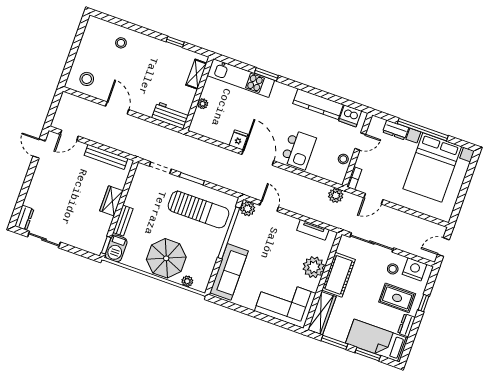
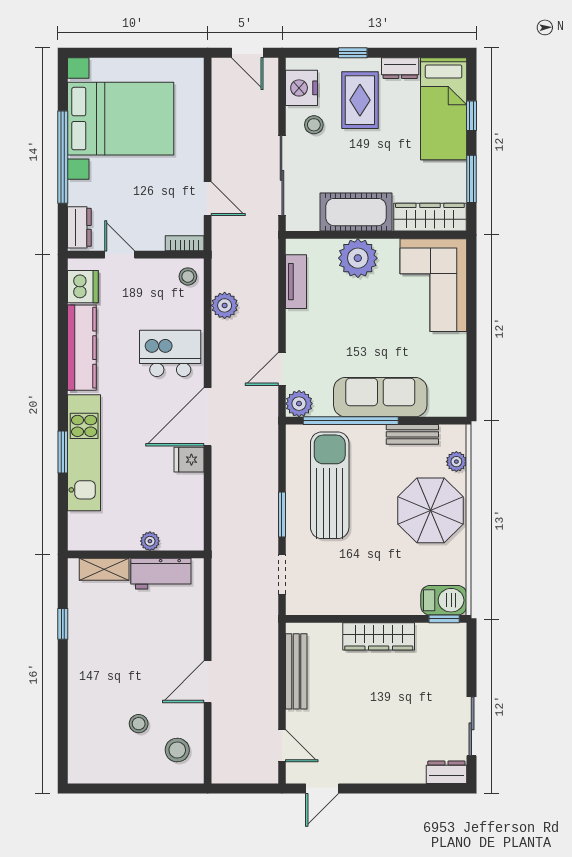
stool: (121, 43) -> (139, 724), moved
kitchen unit: (241, 78) -> (84, 453), moved
workbench: (170, 115) -> (161, 574), moved, turned -90
dresser: (396, 130) -> (79, 227), moved
stool: (343, 159) -> (188, 276), moved
plant: (336, 195) -> (225, 305), moved
wardrobe: (111, 201) -> (379, 636), width x1.50
bench: (123, 221) -> (412, 434), moved
sofa: (229, 272) -> (380, 397), moved
window: (368, 354) -> (471, 116), width x0.67

